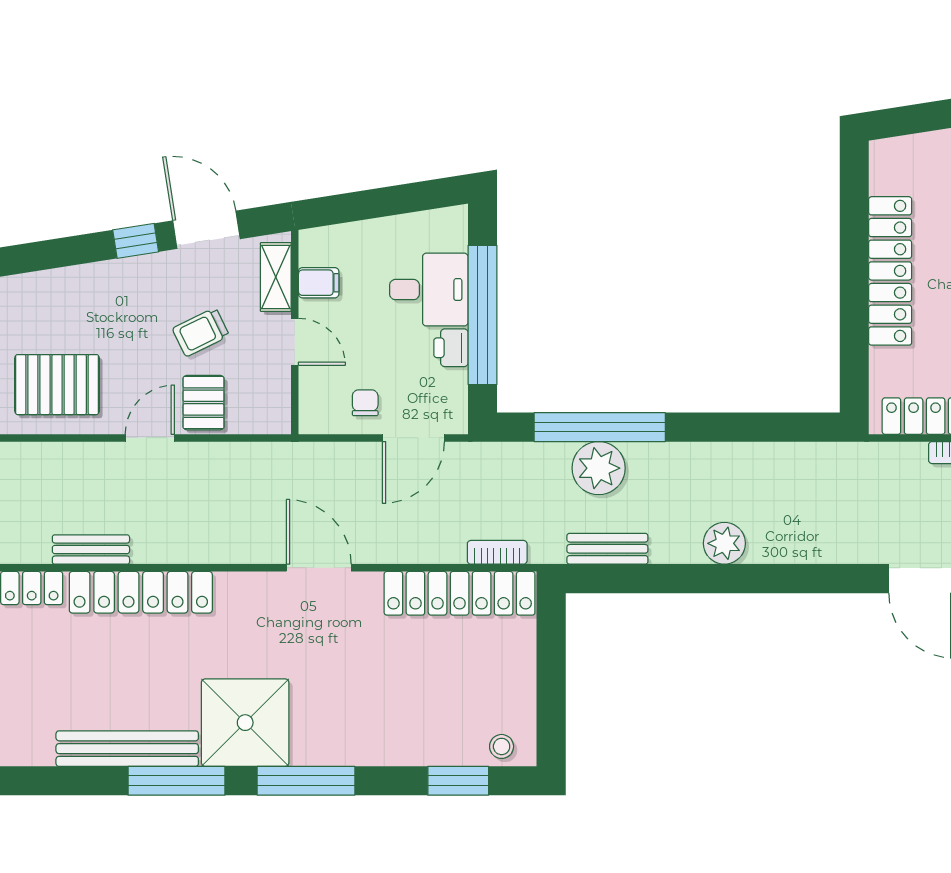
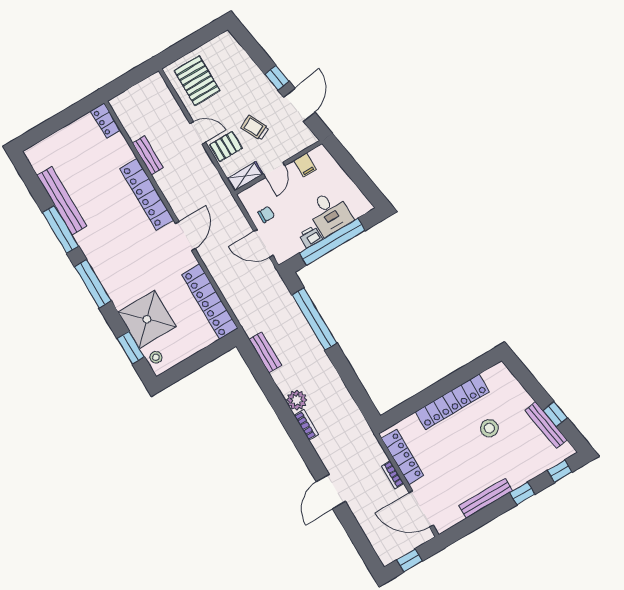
shelving: (276, 277) -> (245, 176), moved
plant: (599, 468) -> (297, 329), removed
bench: (91, 550) -> (148, 155), moved
bookcase: (497, 552) -> (306, 425), moved
locker: (141, 592) -> (147, 194), moved
shower: (245, 723) -> (147, 319), moved

